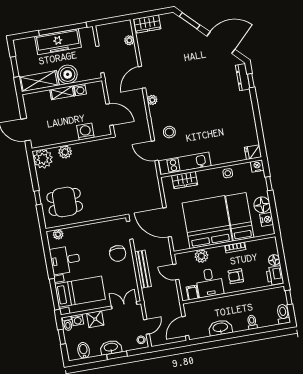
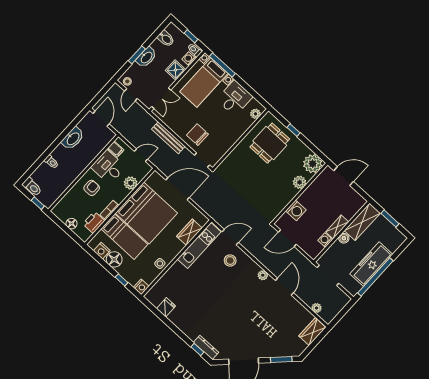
boiler: (68, 74) -> (344, 238), width x0.54, depth x0.54
fridge: (253, 152) -> (166, 307), moved
printer: (275, 275) -> (94, 222), moved, turned -90

